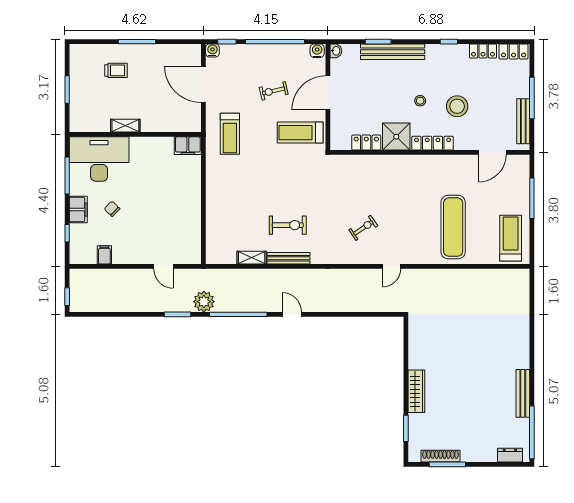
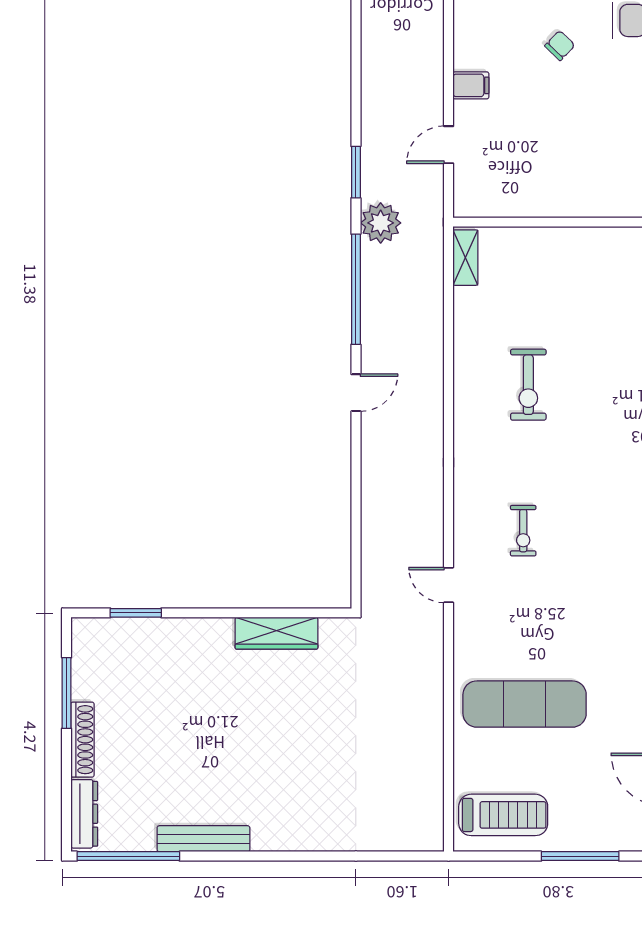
exercise bike: (363, 228) -> (523, 531), turned 34
filing cabinet: (104, 255) -> (471, 85), moved
shelving: (252, 258) -> (465, 258), moved
bench: (288, 258) -> (464, 386), removed
wardrobe: (416, 391) -> (276, 633), moved
dresser: (510, 455) -> (84, 814), width x1.44
shoe rack: (441, 456) -> (82, 740), moved

